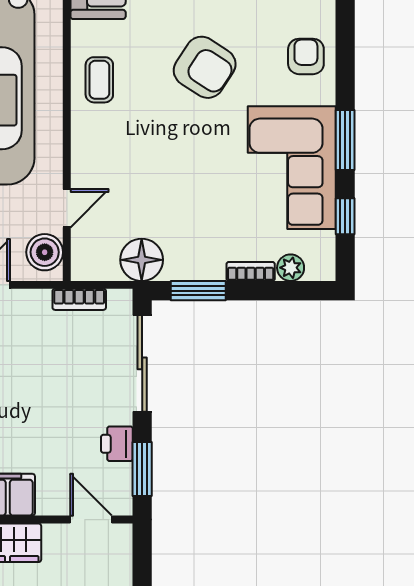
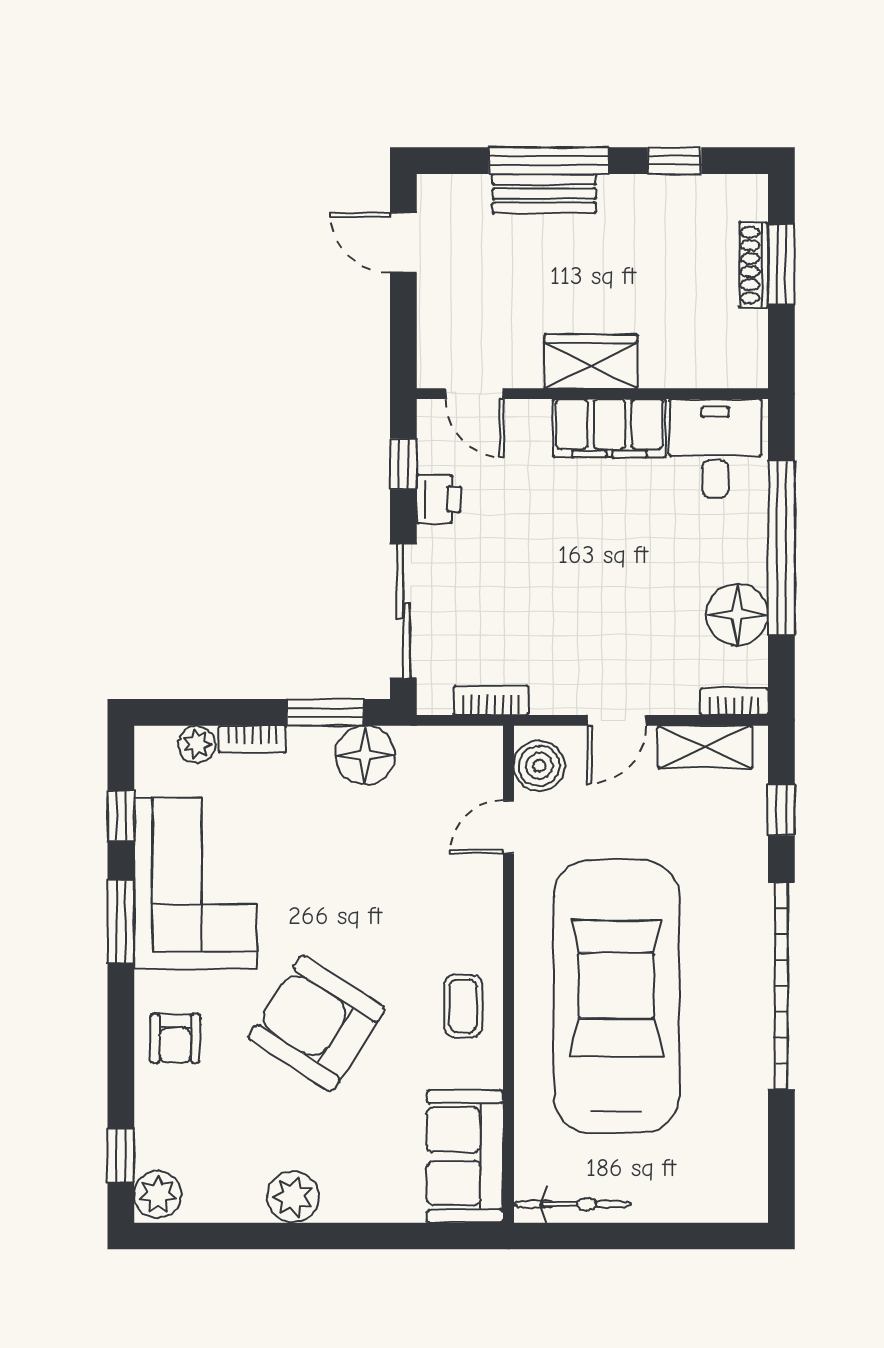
armchair: (205, 67) -> (316, 1023), width x1.36, depth x1.36
floor lamp: (142, 260) -> (365, 755), moved
window: (142, 469) -> (403, 464), width x0.67

